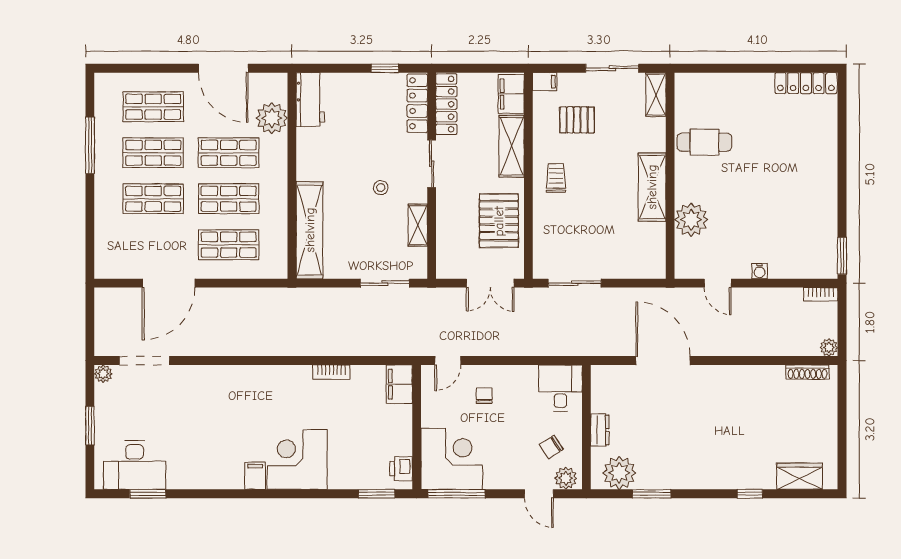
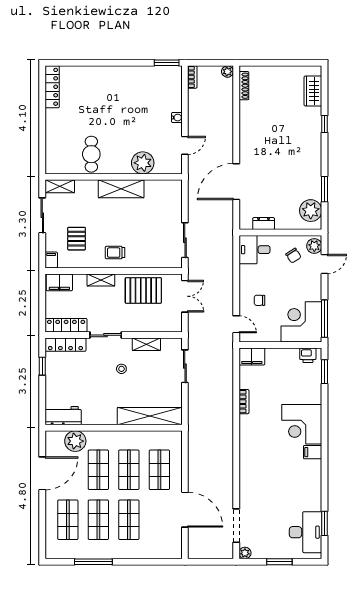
shelving: (512, 146) -> (101, 280), width x0.67, depth x0.75
dresser: (600, 430) -> (264, 224), moved

